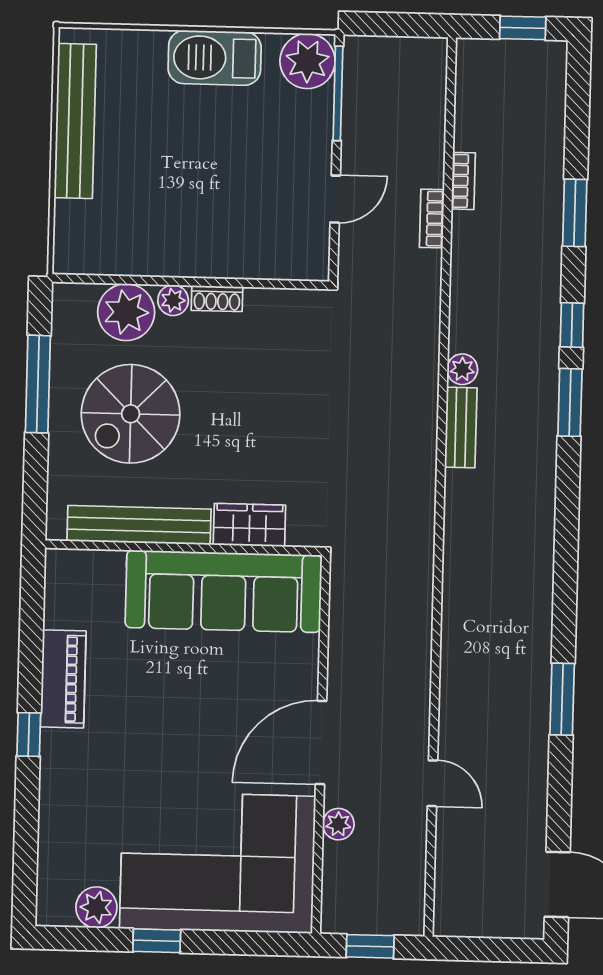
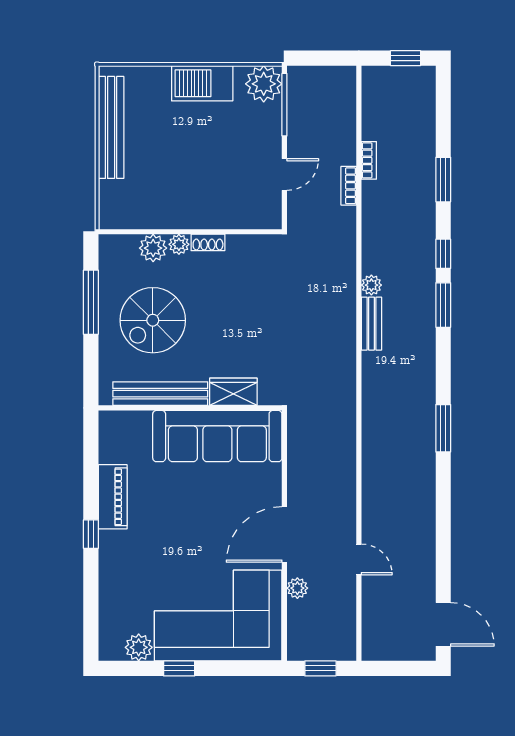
plant: (126, 312) -> (153, 248), width x0.73, depth x0.73
window: (562, 699) -> (443, 428), moved

